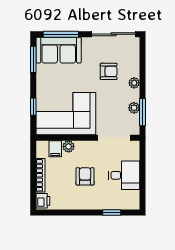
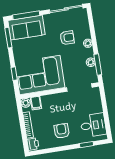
plant: (69, 146) -> (26, 103), moved
desk: (124, 175) -> (93, 125), moved
armchair: (85, 176) -> (62, 131), moved

